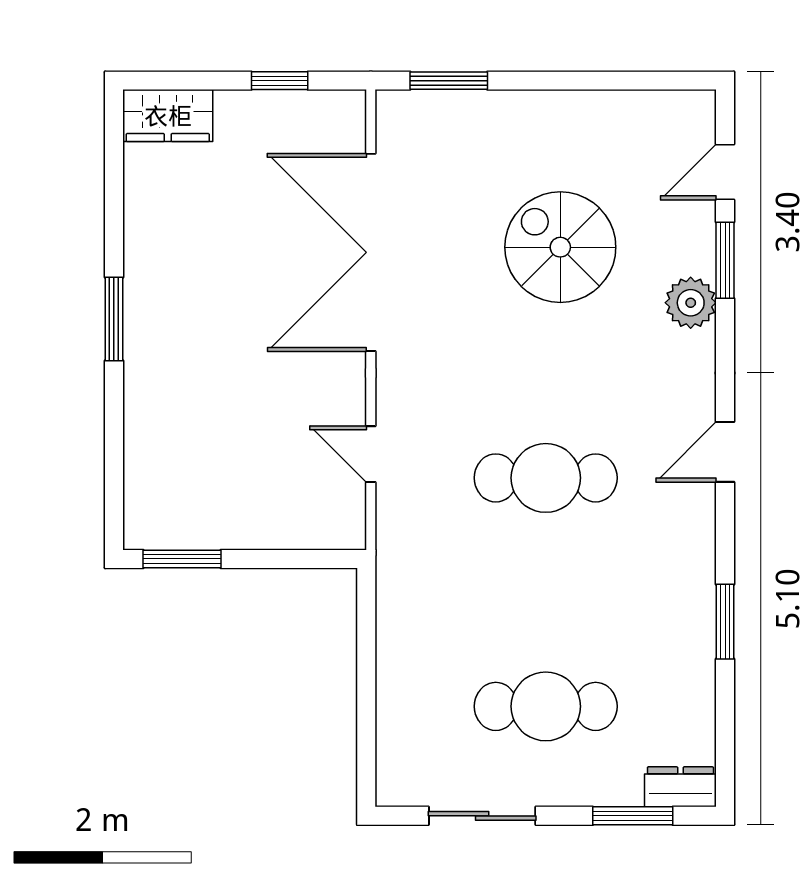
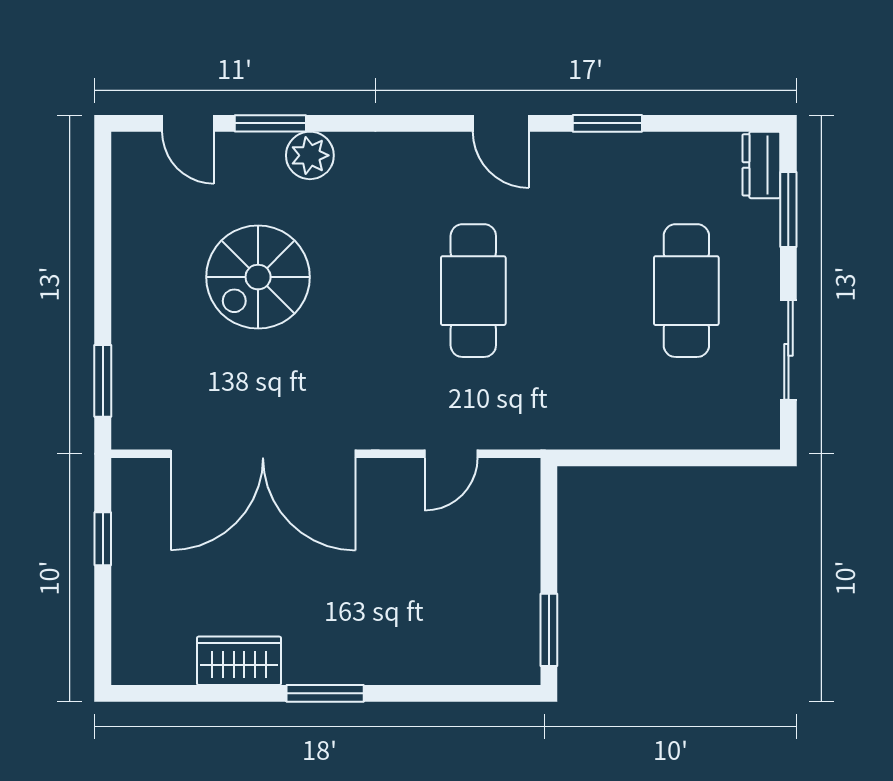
wardrobe: (168, 116) -> (239, 661), moved, turned -90
door: (725, 452) -> (501, 123), moved

